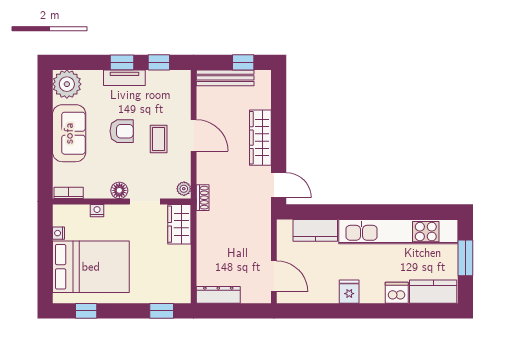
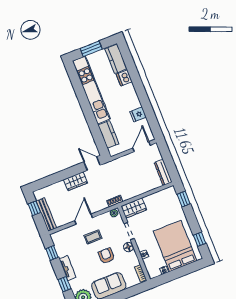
window: (122, 62) -> (64, 284), moved
armchair: (122, 131) -> (106, 256), moved
wardrobe: (260, 138) -> (76, 181), width x0.67
door: (279, 185) -> (92, 163), hinge flipped
fridge: (349, 292) -> (138, 114), moved

